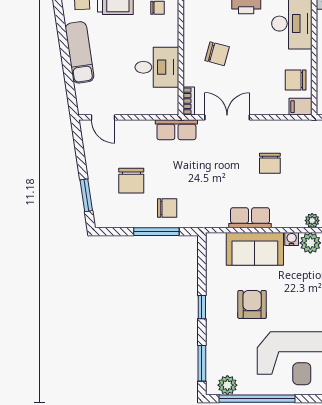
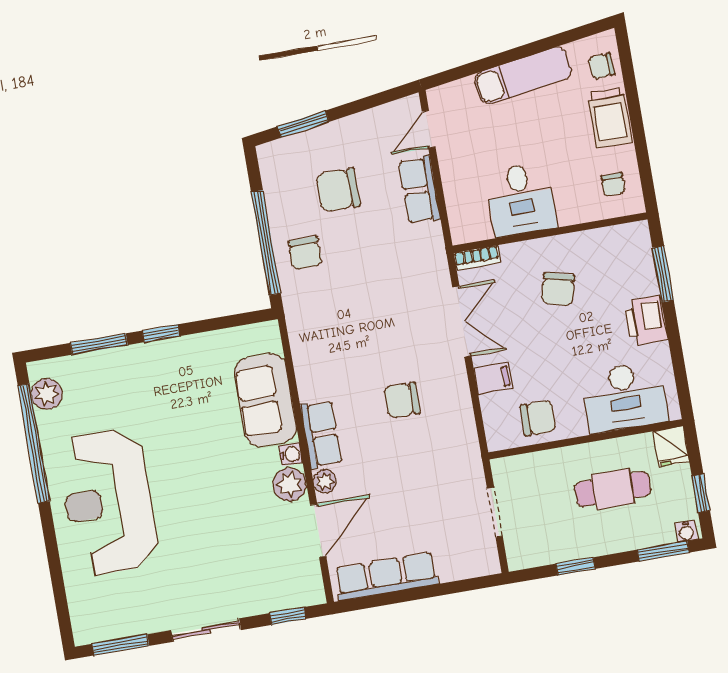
chair: (296, 80) -> (538, 418), turned 90
filing cabinet: (301, 107) -> (493, 378), moved, turned 90
row of seats: (176, 130) -> (419, 190), moved
row of seats: (250, 218) -> (321, 434), moved
window: (156, 232) -> (266, 243), width x1.46
armchair: (252, 304) -> (179, 411), removed
window: (202, 363) -> (99, 344), moved

